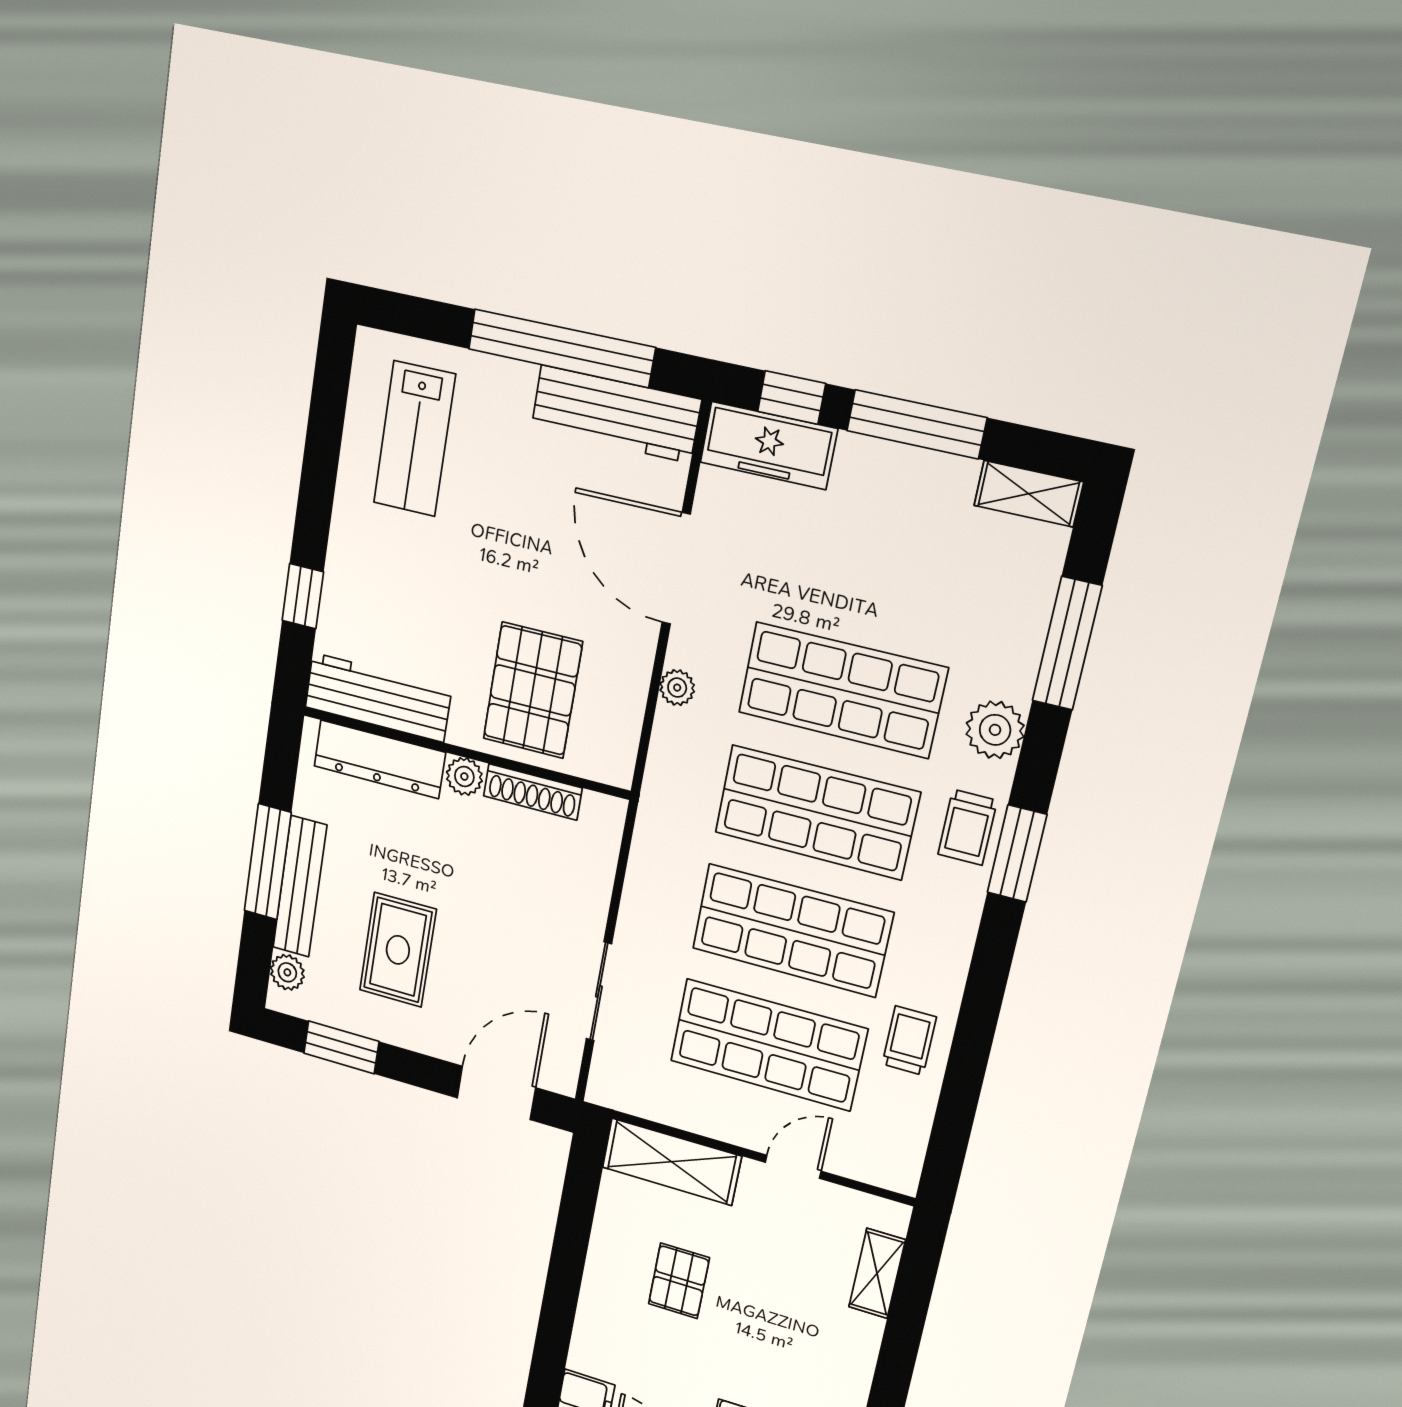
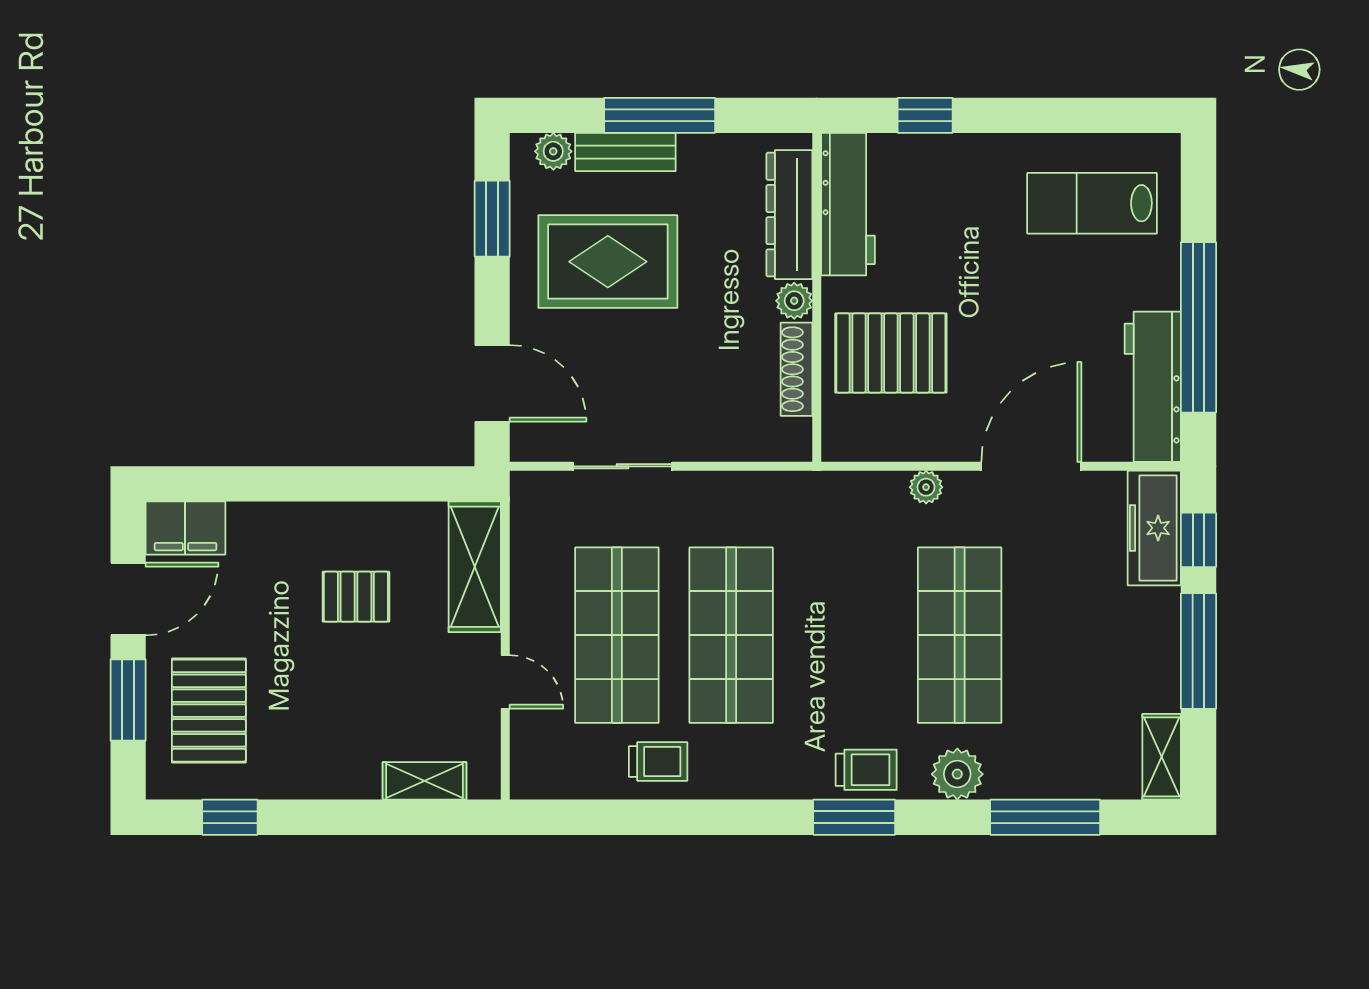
shop shelf: (817, 812) -> (845, 635), removed
trolley: (967, 827) -> (866, 770), turned 180
bench: (300, 887) -> (625, 152), width x0.73
rug: (398, 950) -> (608, 262), width x1.36, depth x1.43

